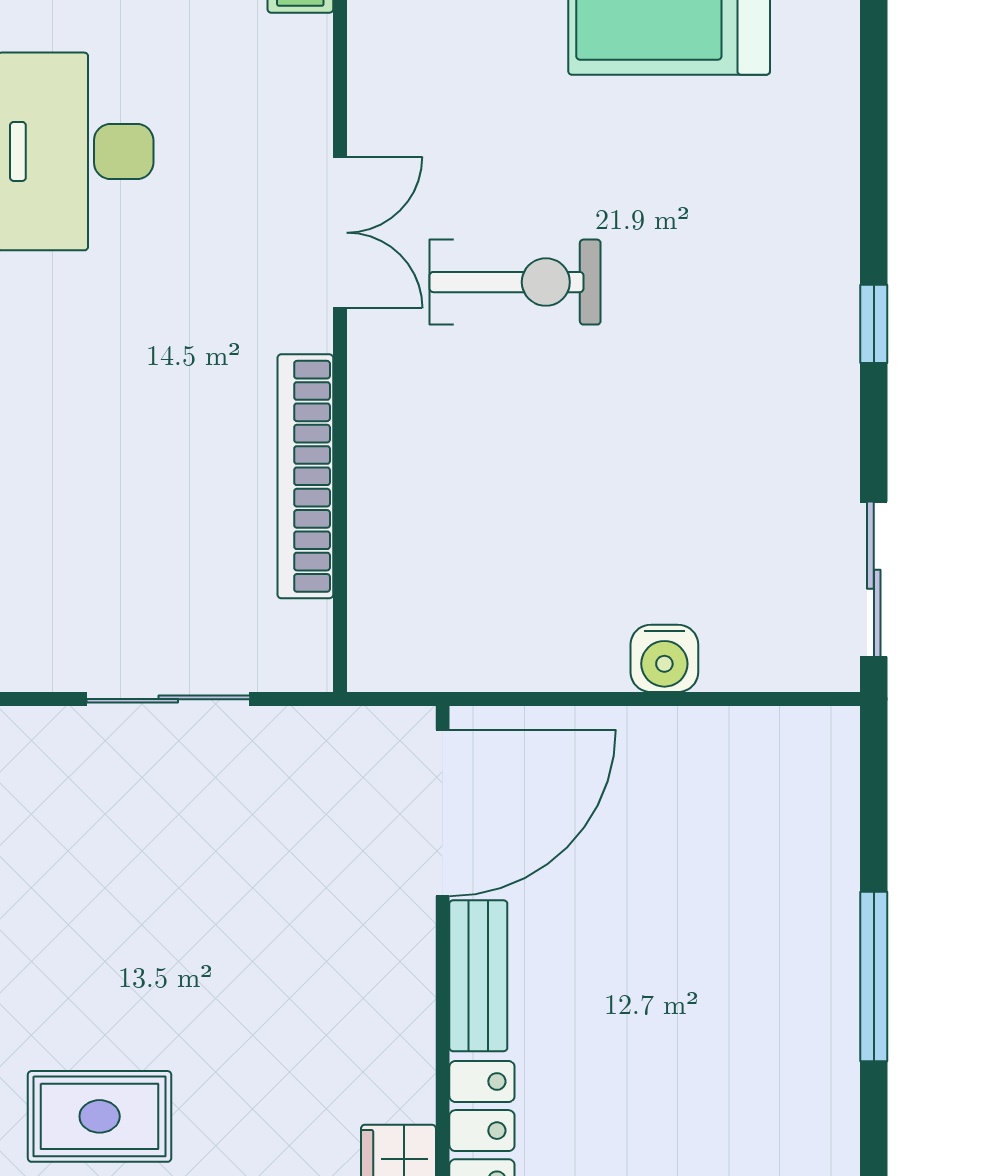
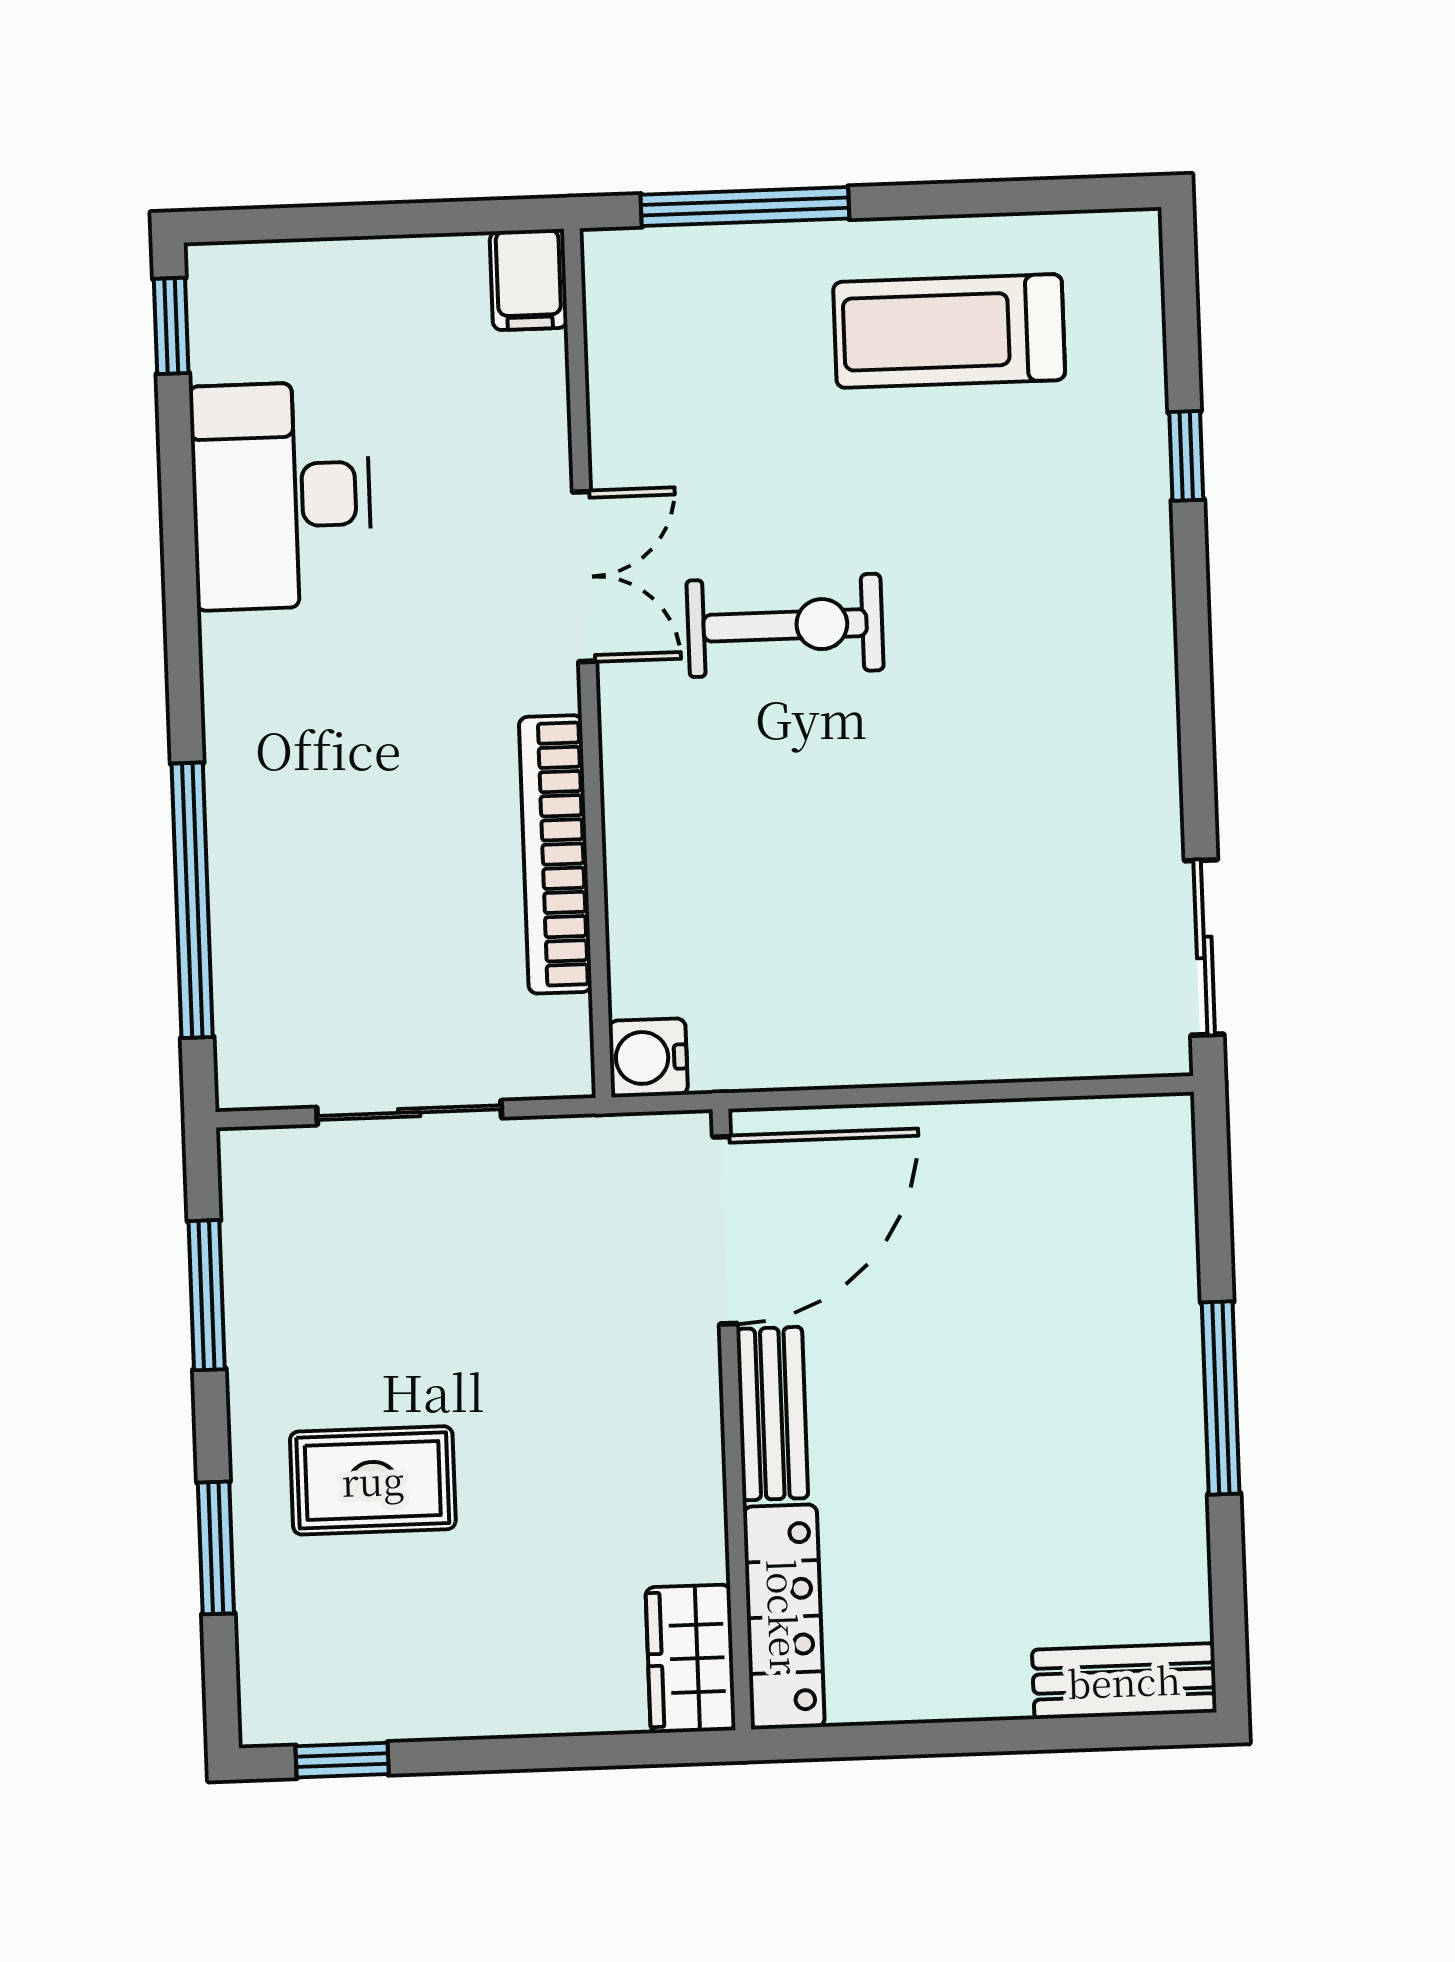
window: (874, 324) -> (1186, 456), moved
water cooler: (664, 658) -> (648, 1058), moved, turned 90
rug: (100, 1116) -> (373, 1480), moved

